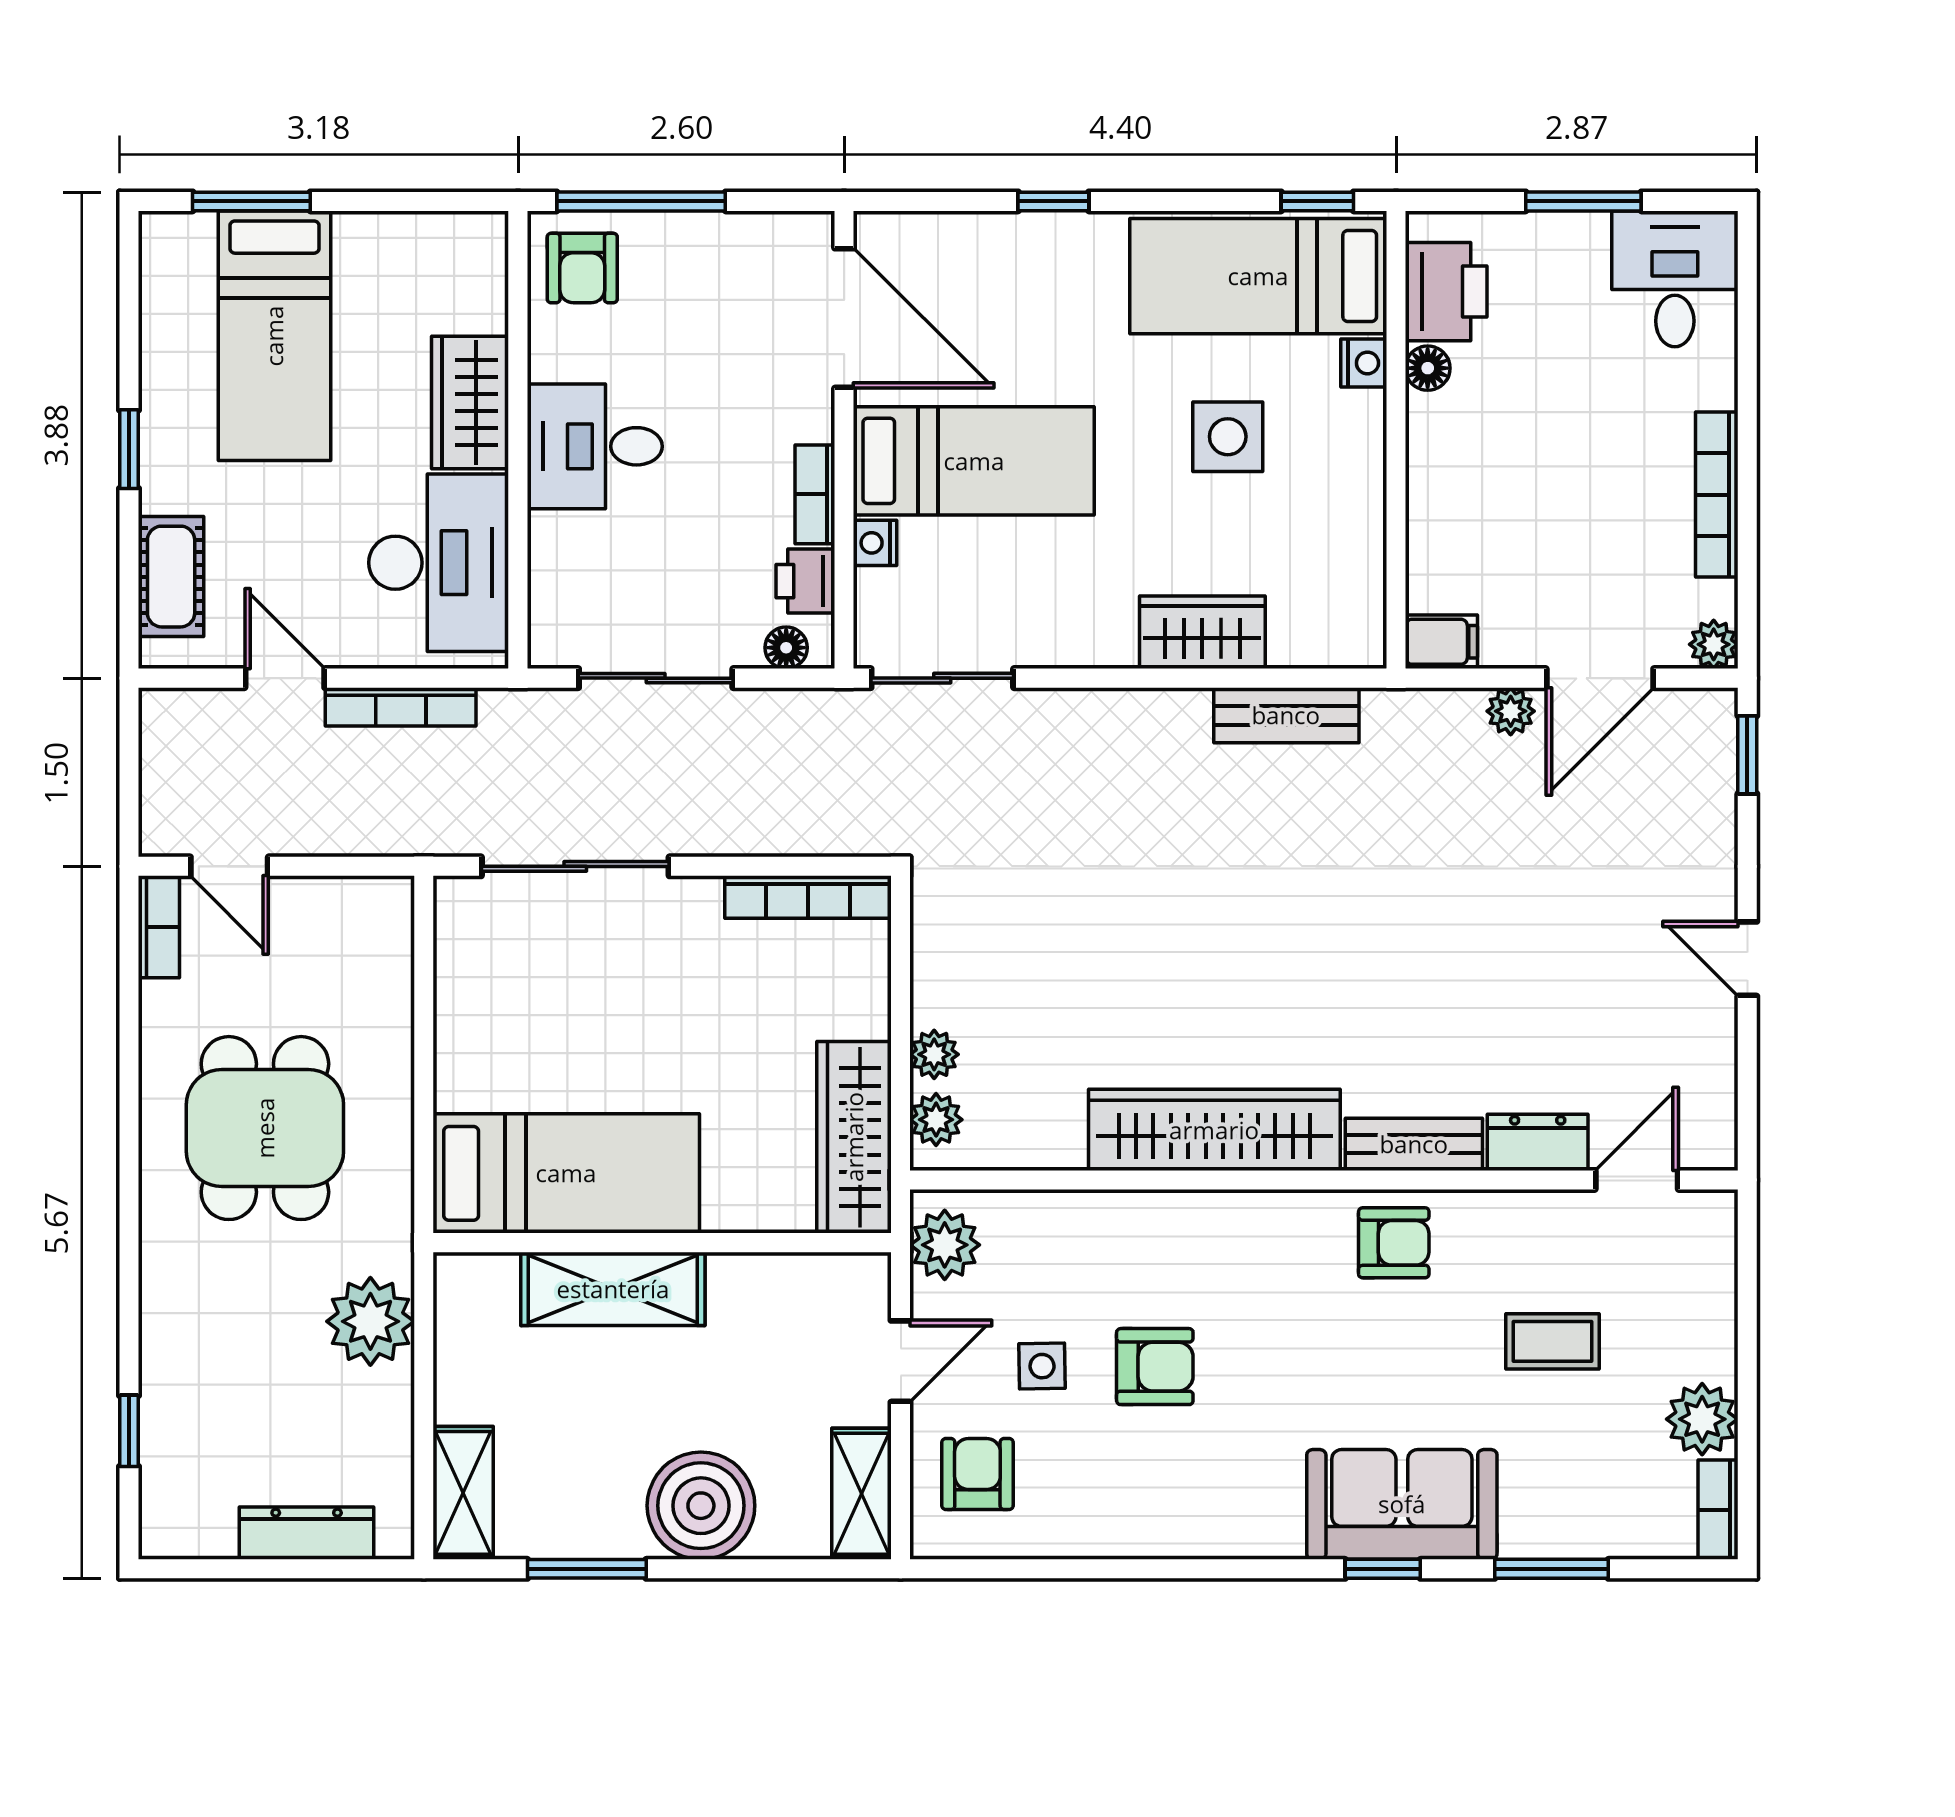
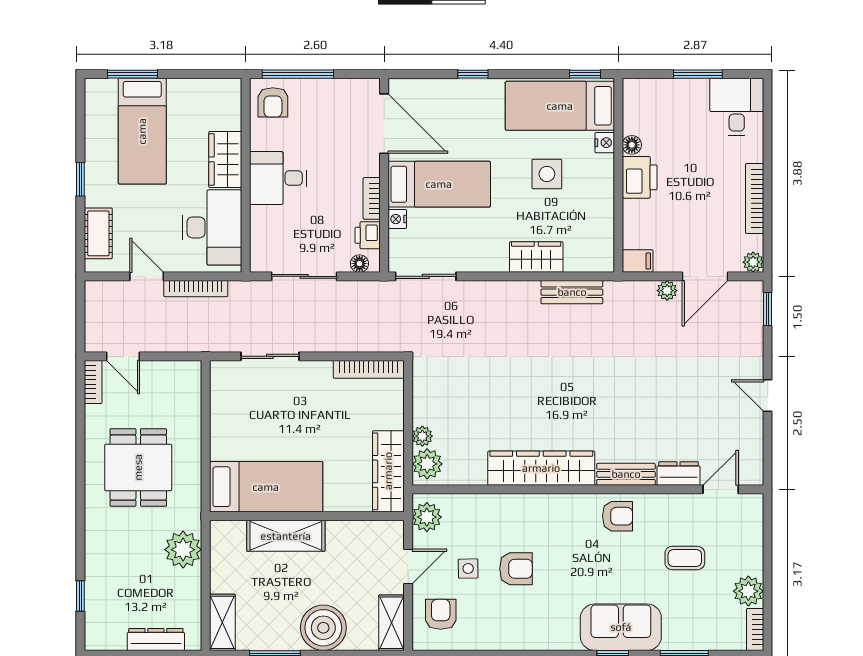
printer: (1446, 292) -> (640, 177), moved
sliding door: (575, 866) -> (270, 356), width x0.73
plant: (936, 1120) -> (427, 464), width x1.38, depth x1.38

